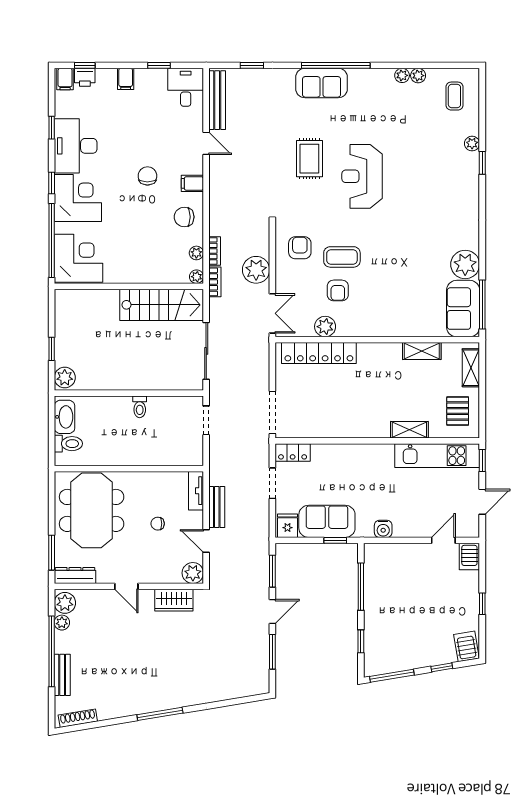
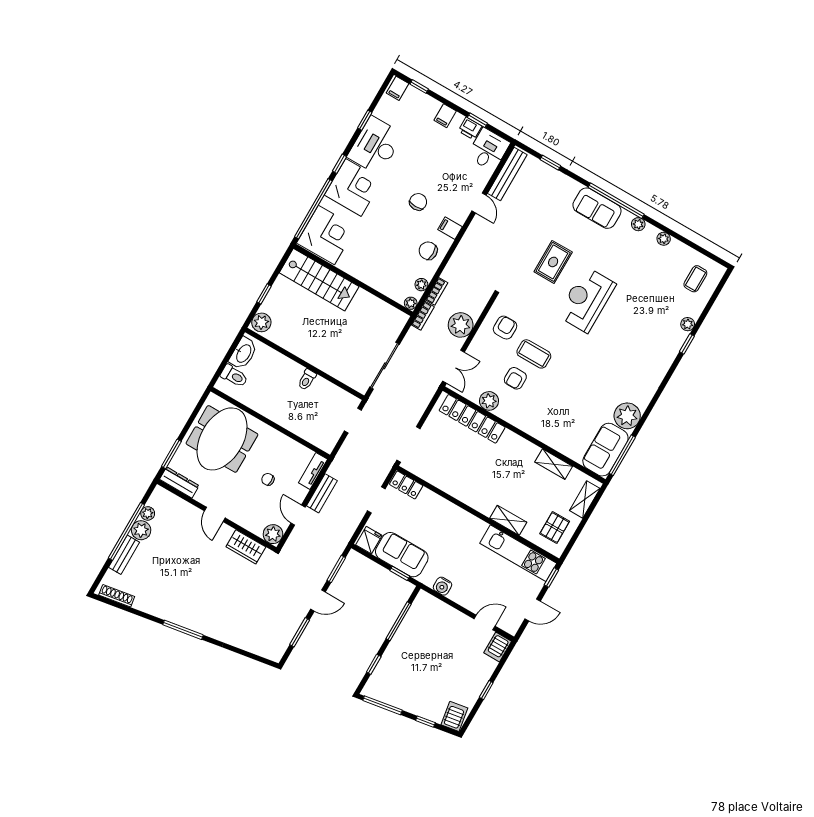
plant: (418, 76) -> (638, 224), moved
printer: (85, 77) -> (470, 129), moved
stairs: (162, 305) -> (319, 280), moved
plant: (65, 603) -> (141, 530), moved

